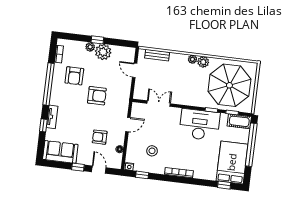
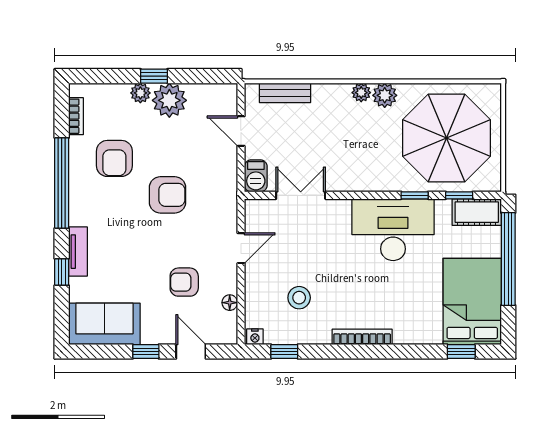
barbecue: (139, 92) -> (256, 176), added

